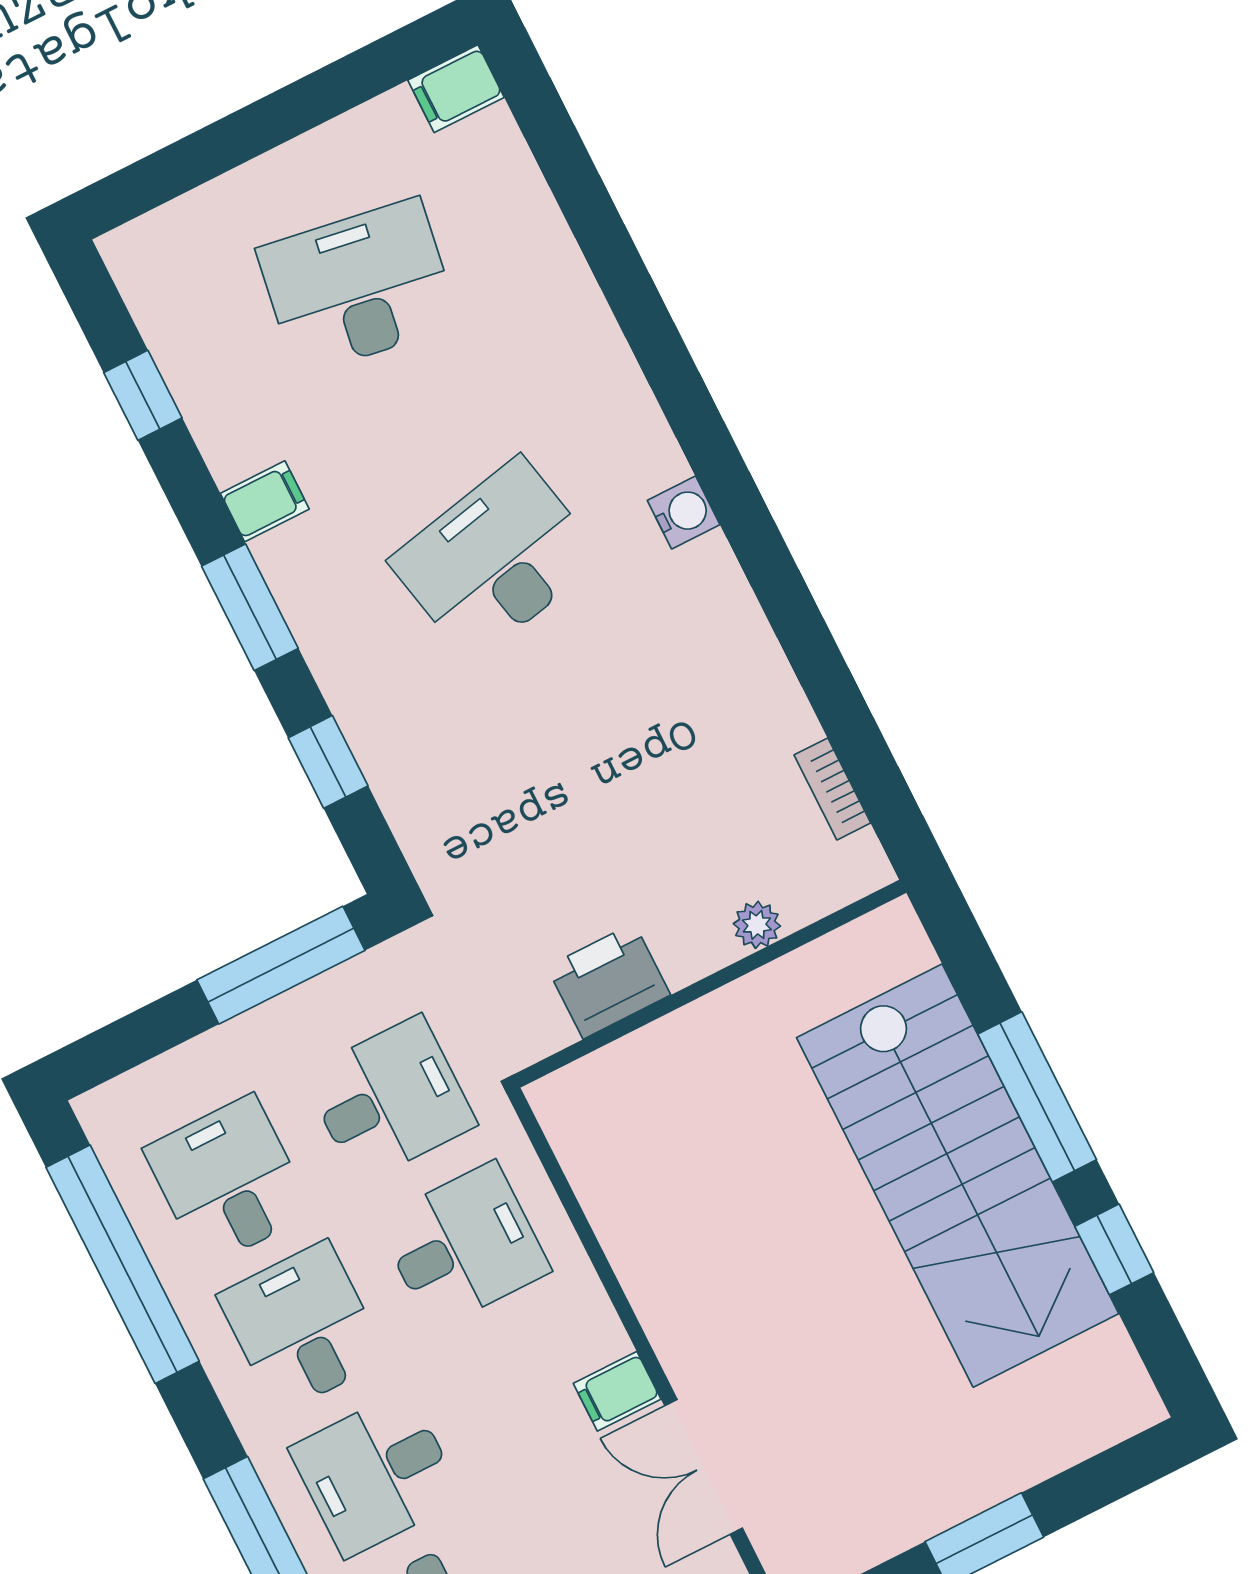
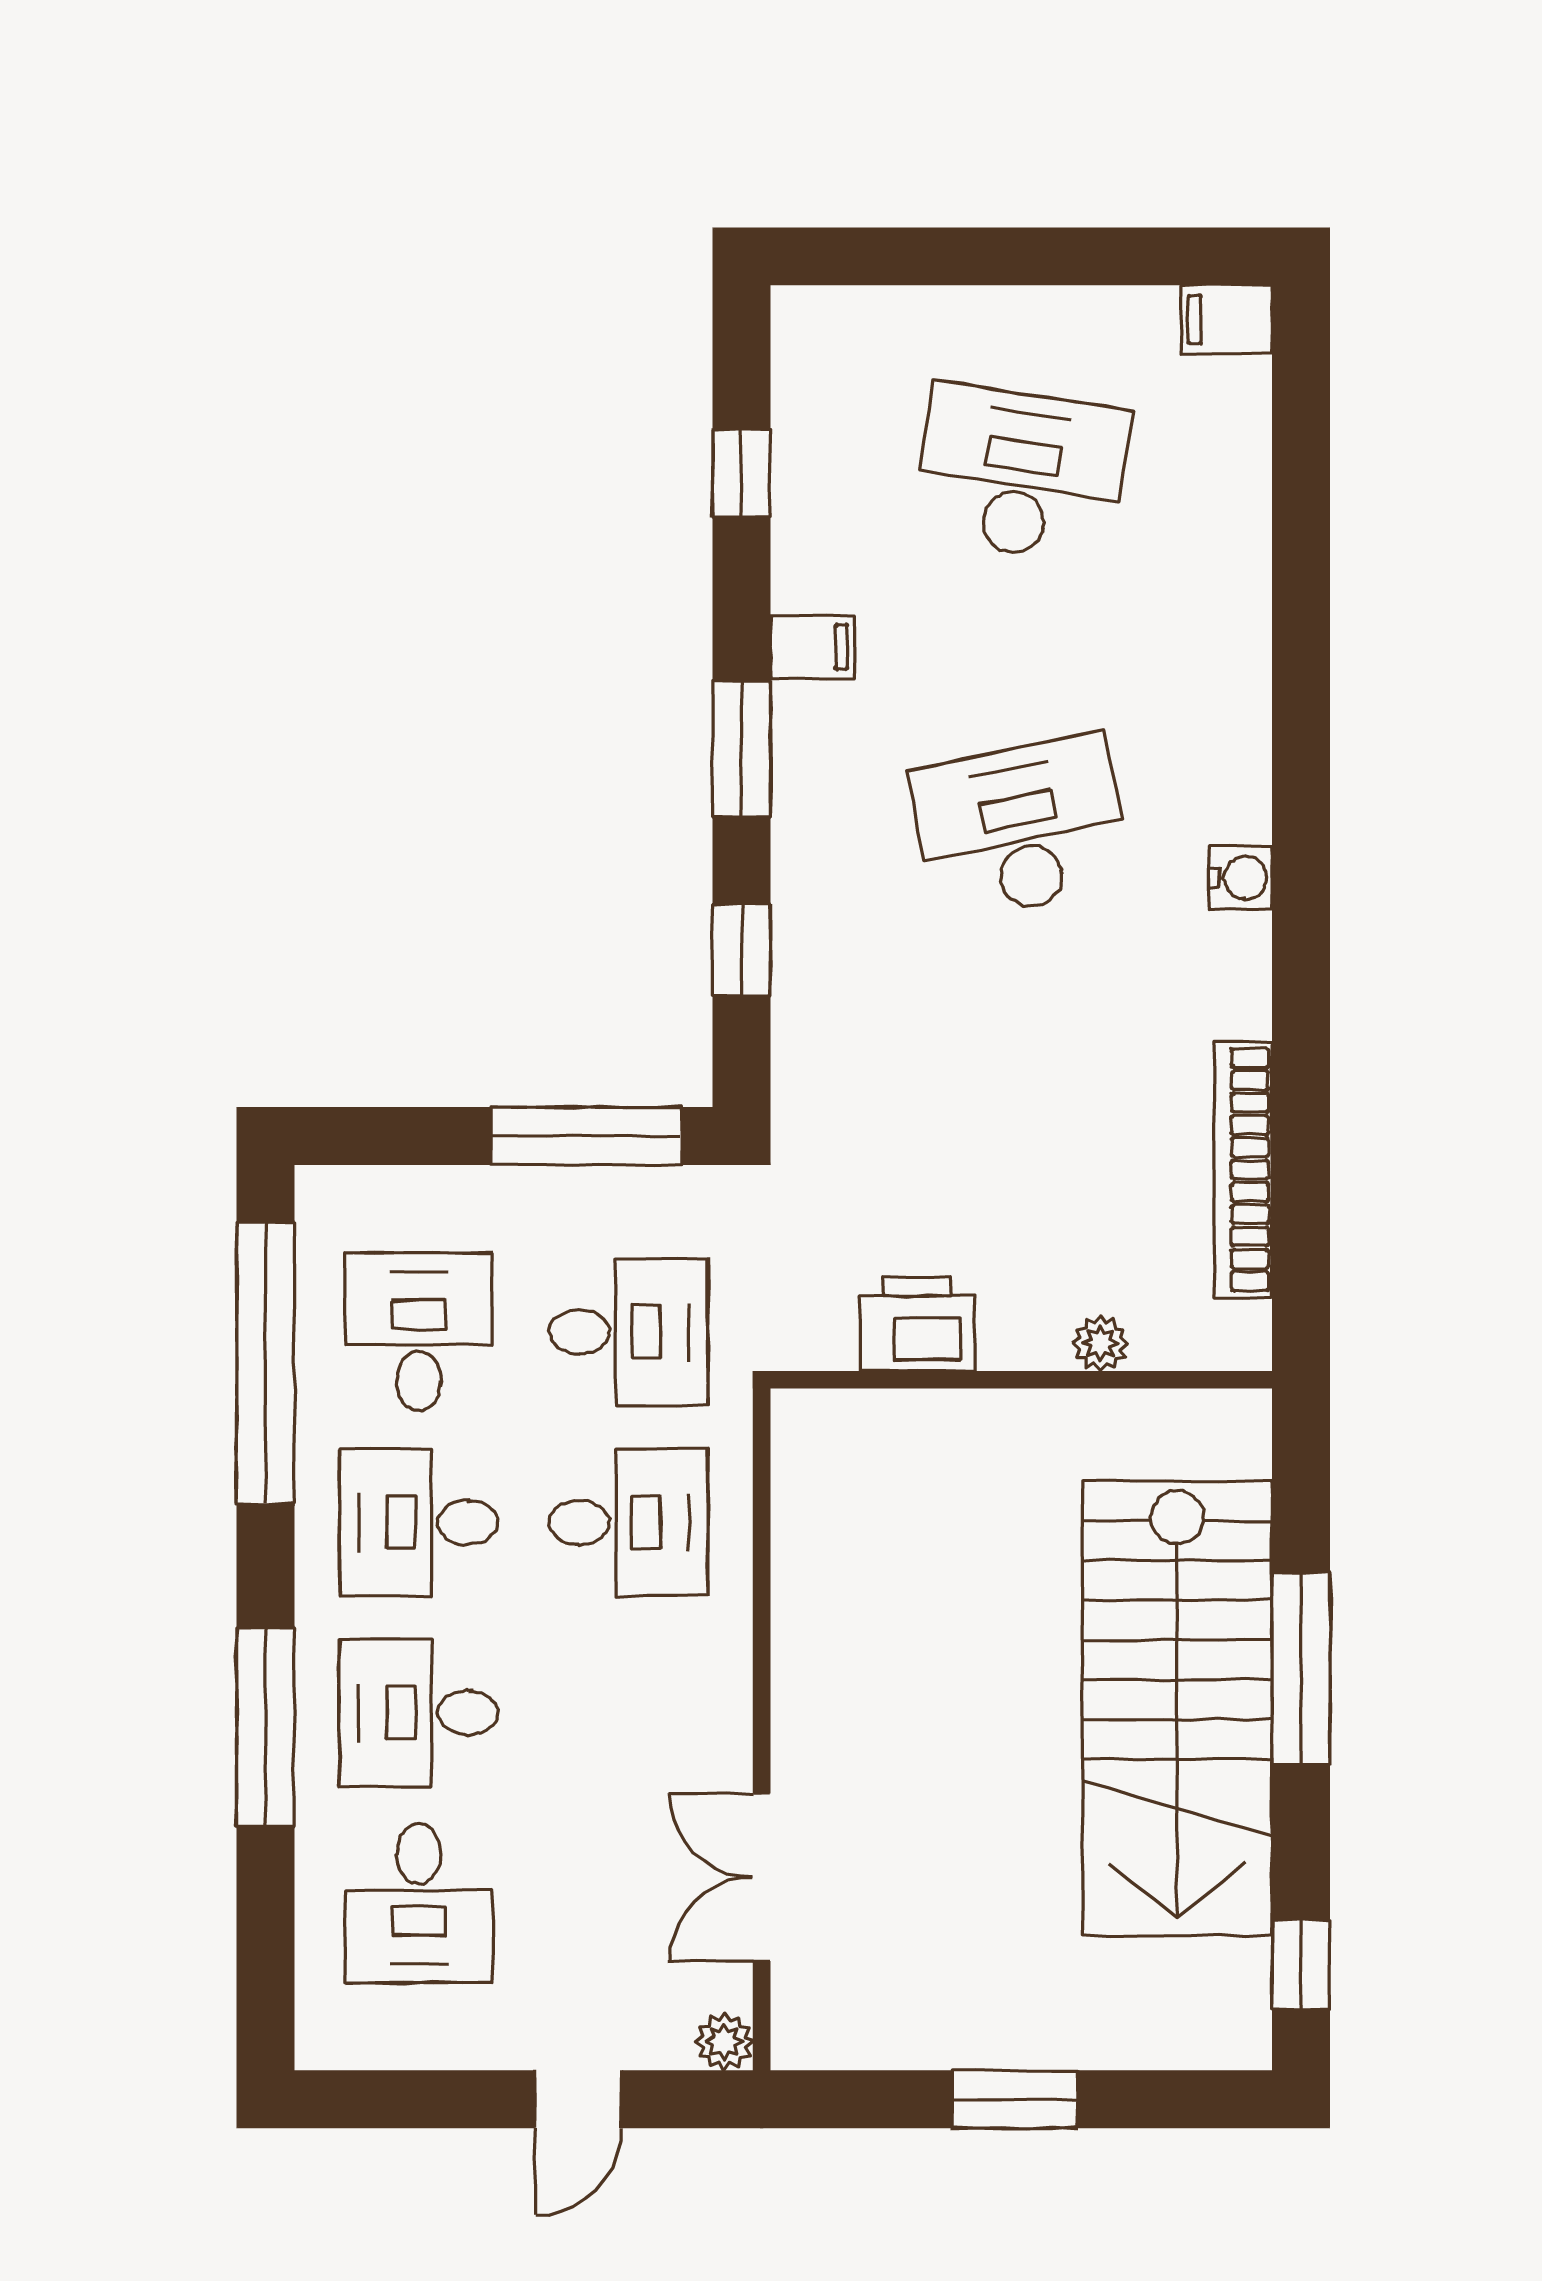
bookcase: (832, 789) -> (1243, 1170), width x2.31, depth x1.31
window: (1114, 1249) -> (1301, 1965), moved
desk: (302, 1327) -> (419, 1522), turned -90
filing cabinet: (617, 1391) -> (712, 1754), removed

